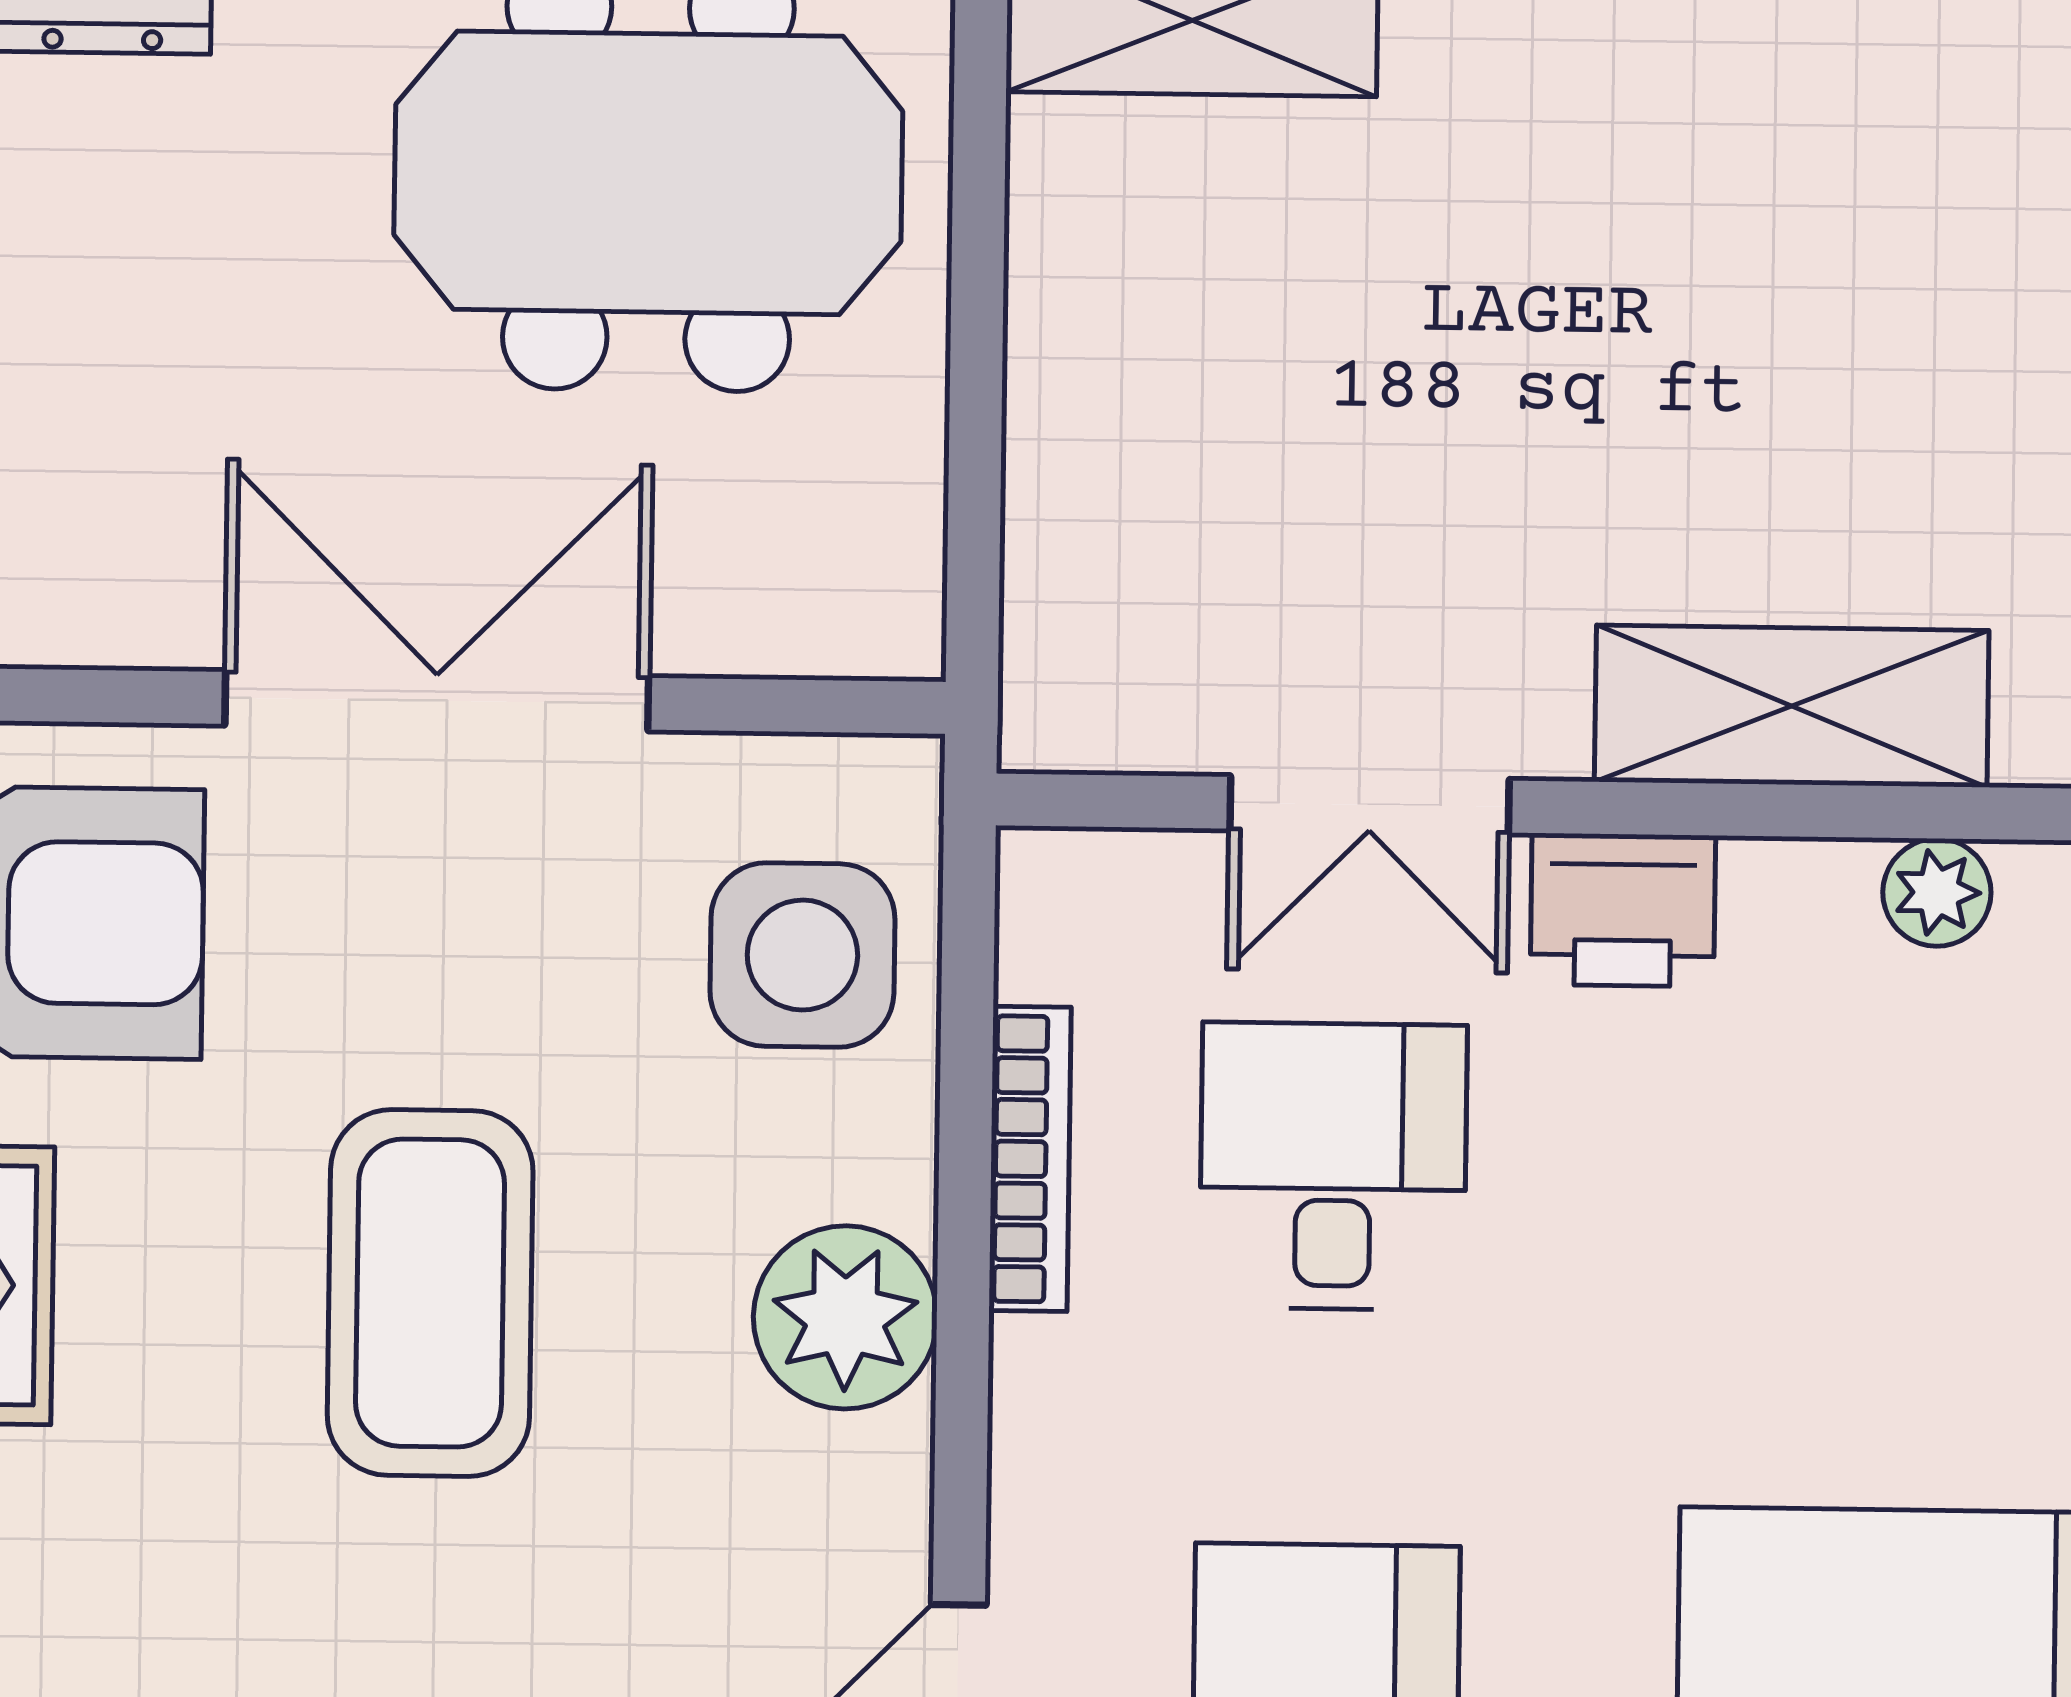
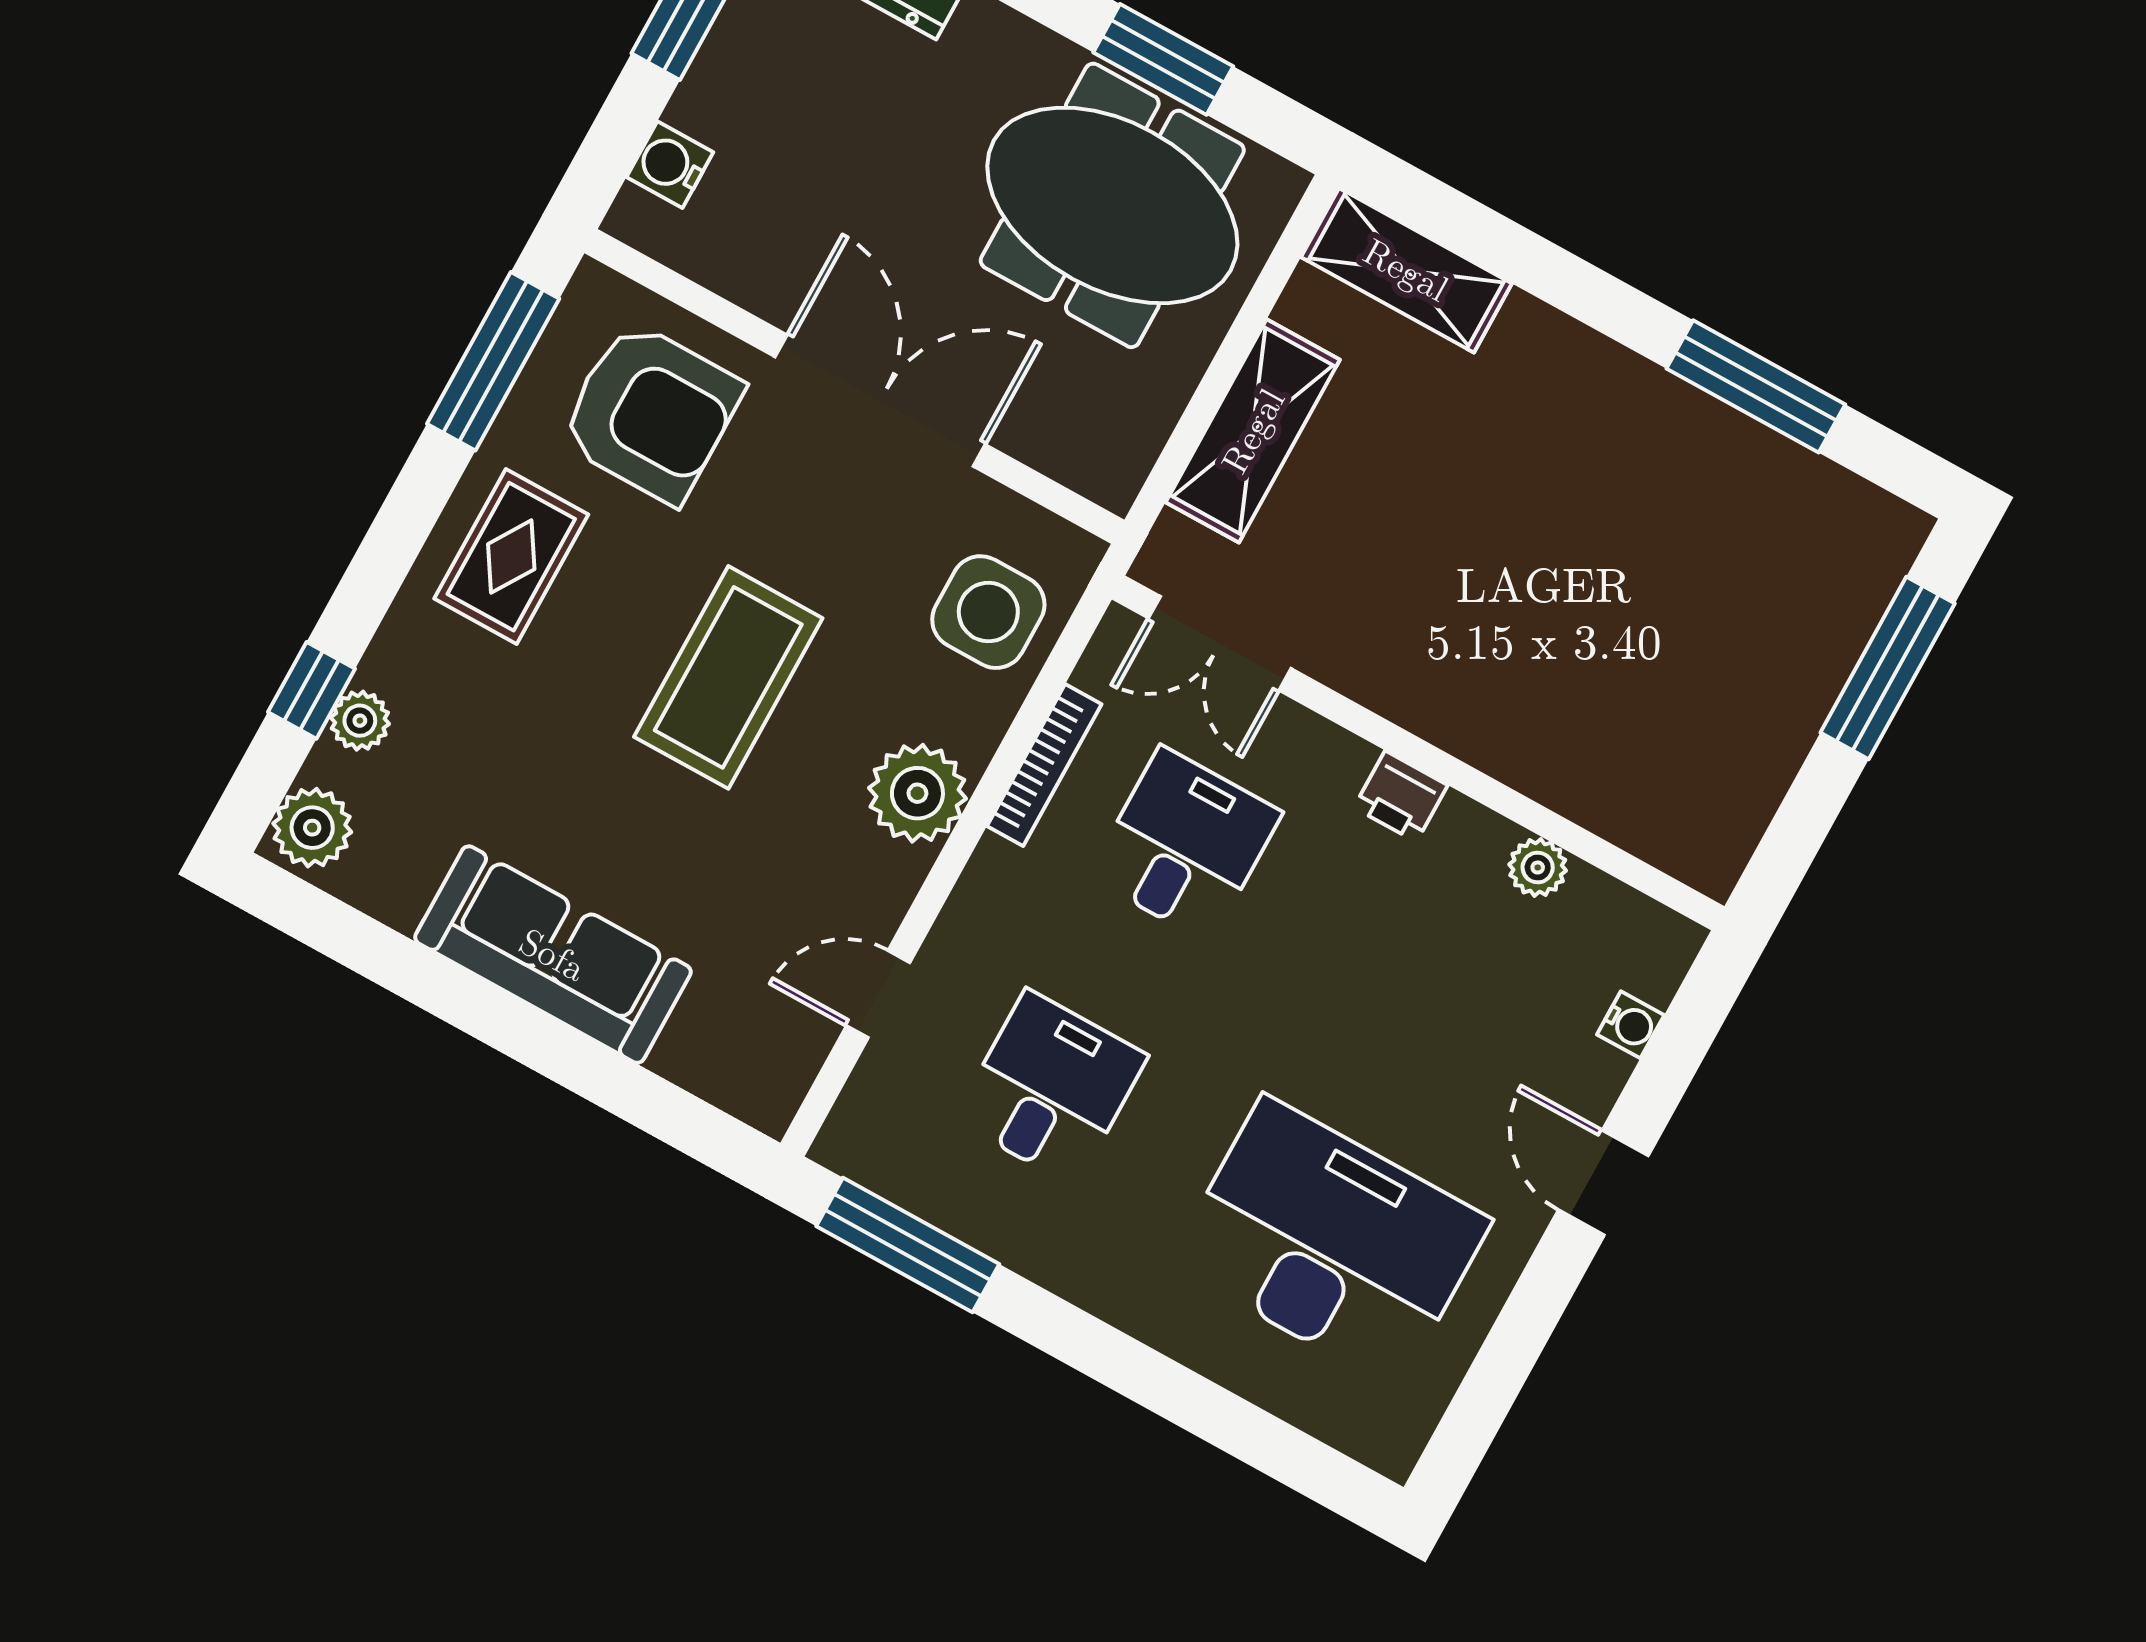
shelving: (1792, 706) -> (1253, 431), moved, turned 90
double door: (1369, 805) -> (1220, 643), moved
printer: (1623, 910) -> (1401, 796), width x0.73, depth x0.81

